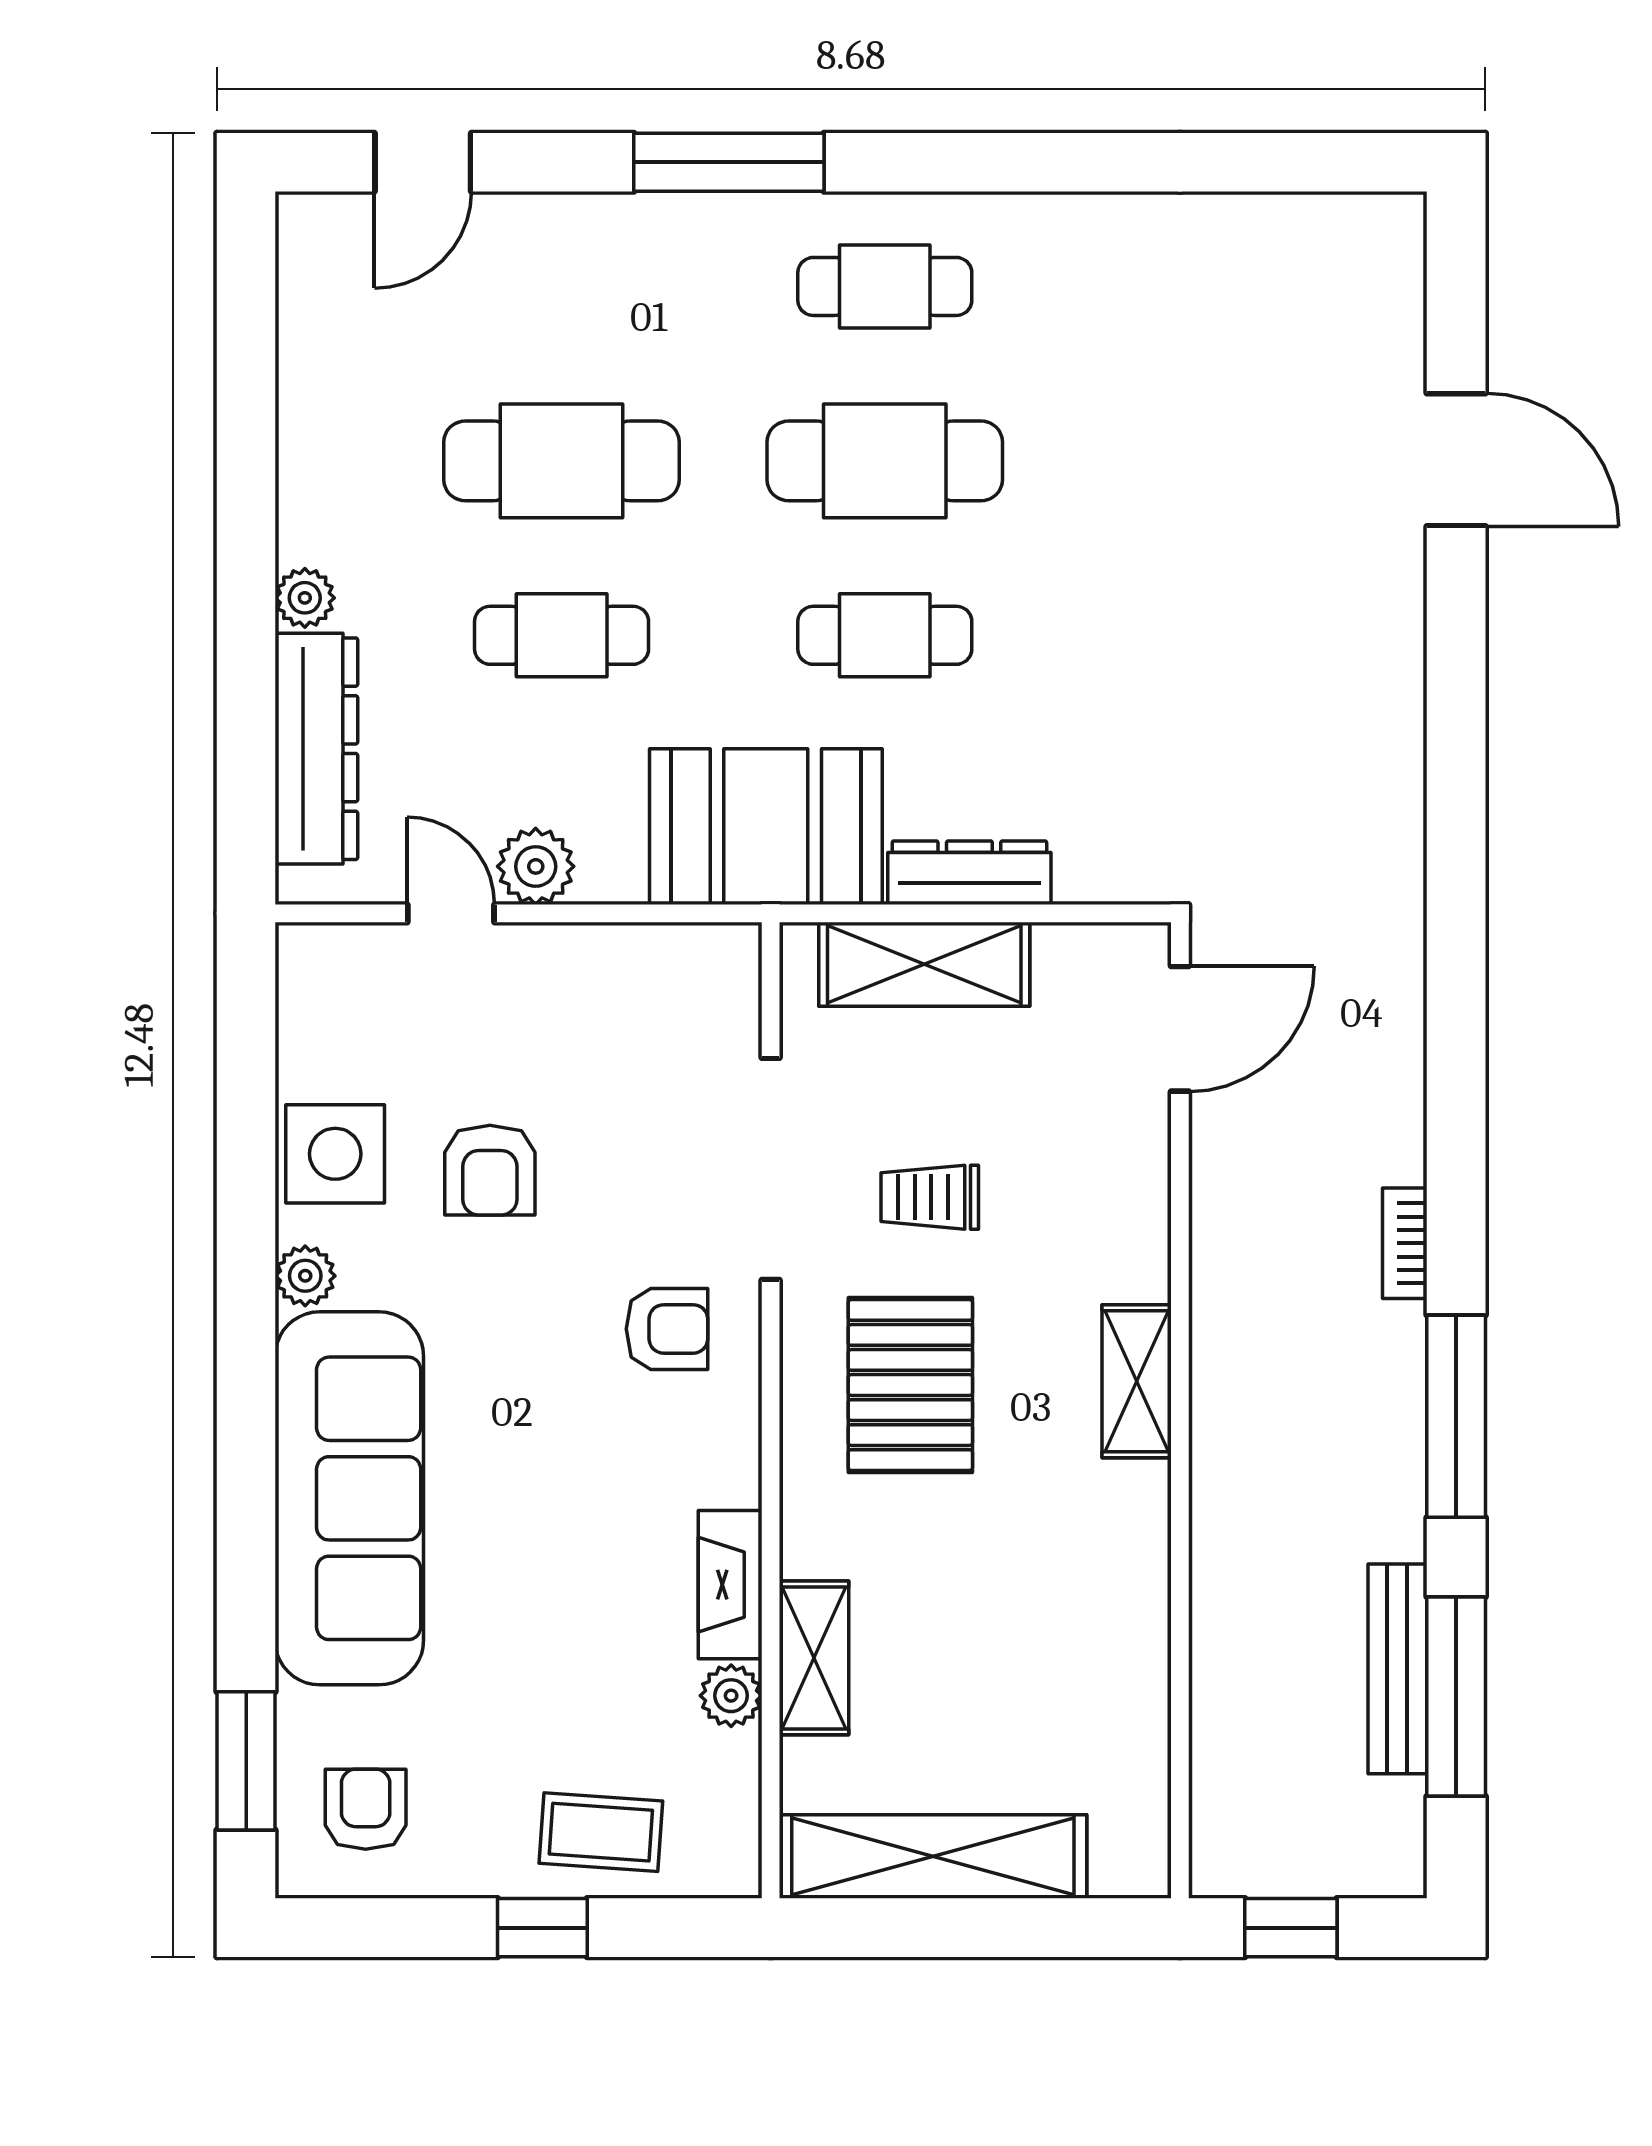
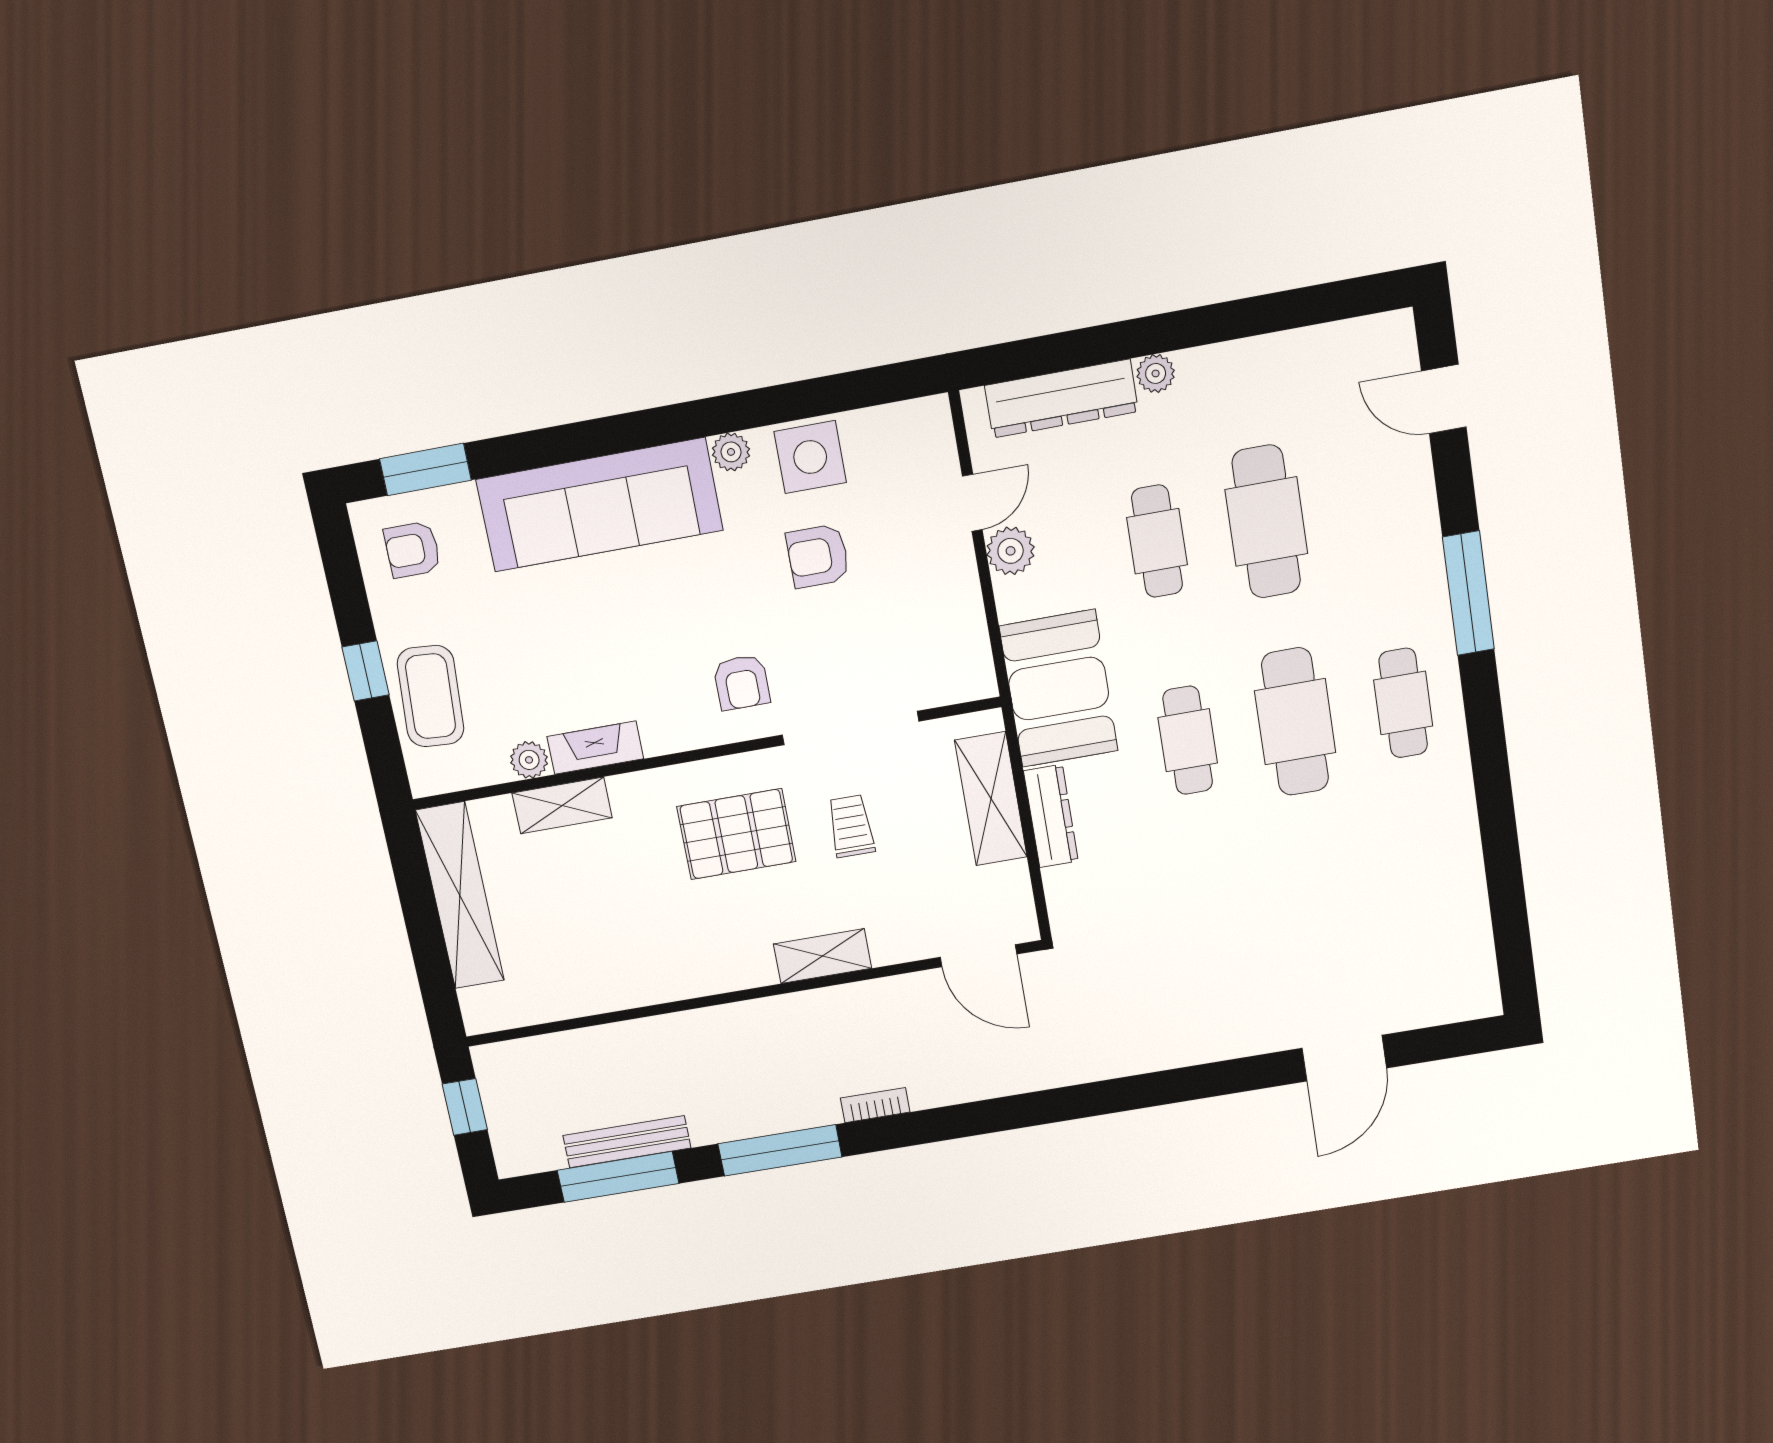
shelving: (1137, 1381) -> (822, 956), moved
armchair: (366, 1809) -> (412, 550), turned 180
coffee table: (601, 1832) -> (431, 696), width x1.36, depth x1.30

